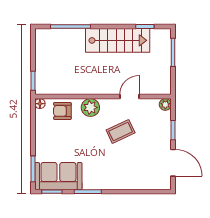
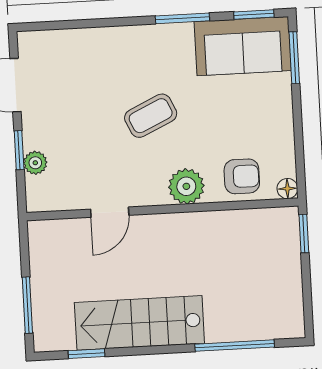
plant: (165, 105) -> (35, 163), moved
coffee table: (121, 131) -> (151, 116), moved

